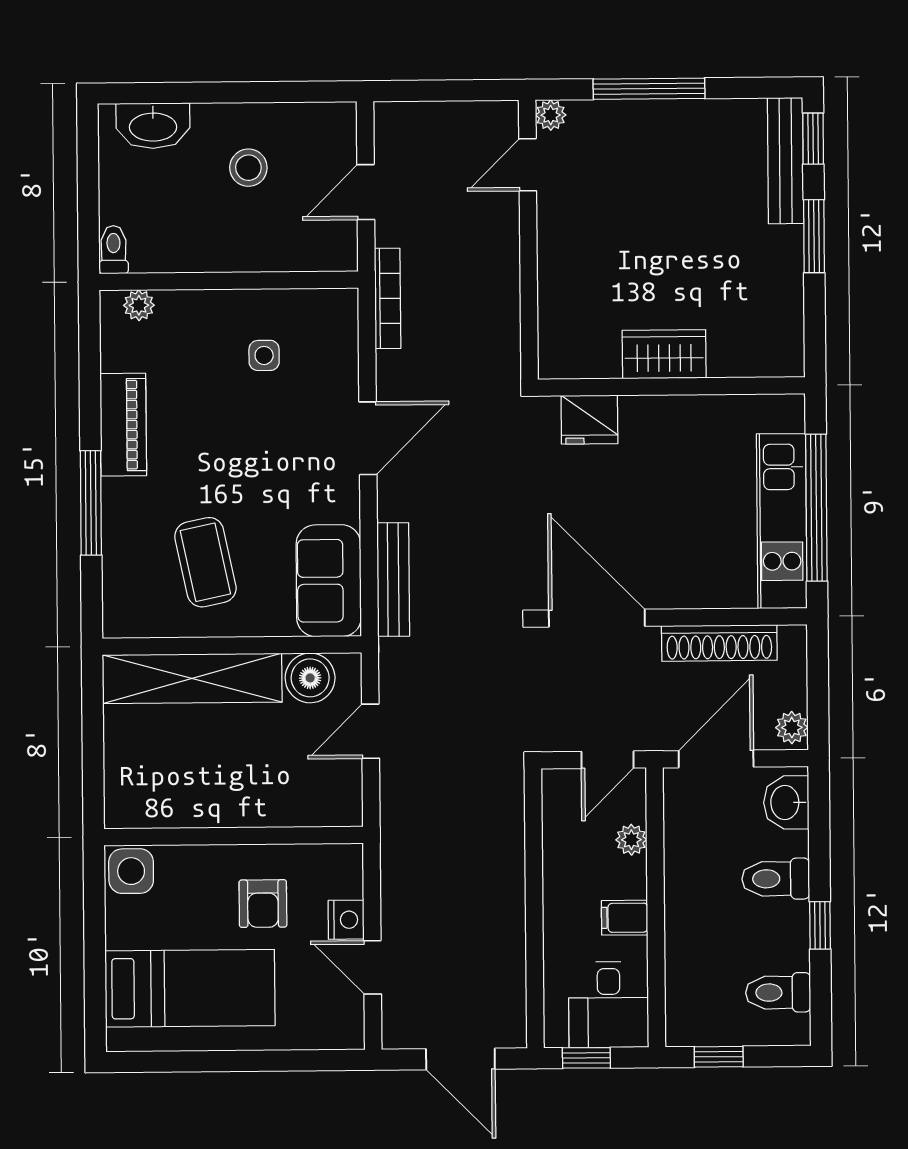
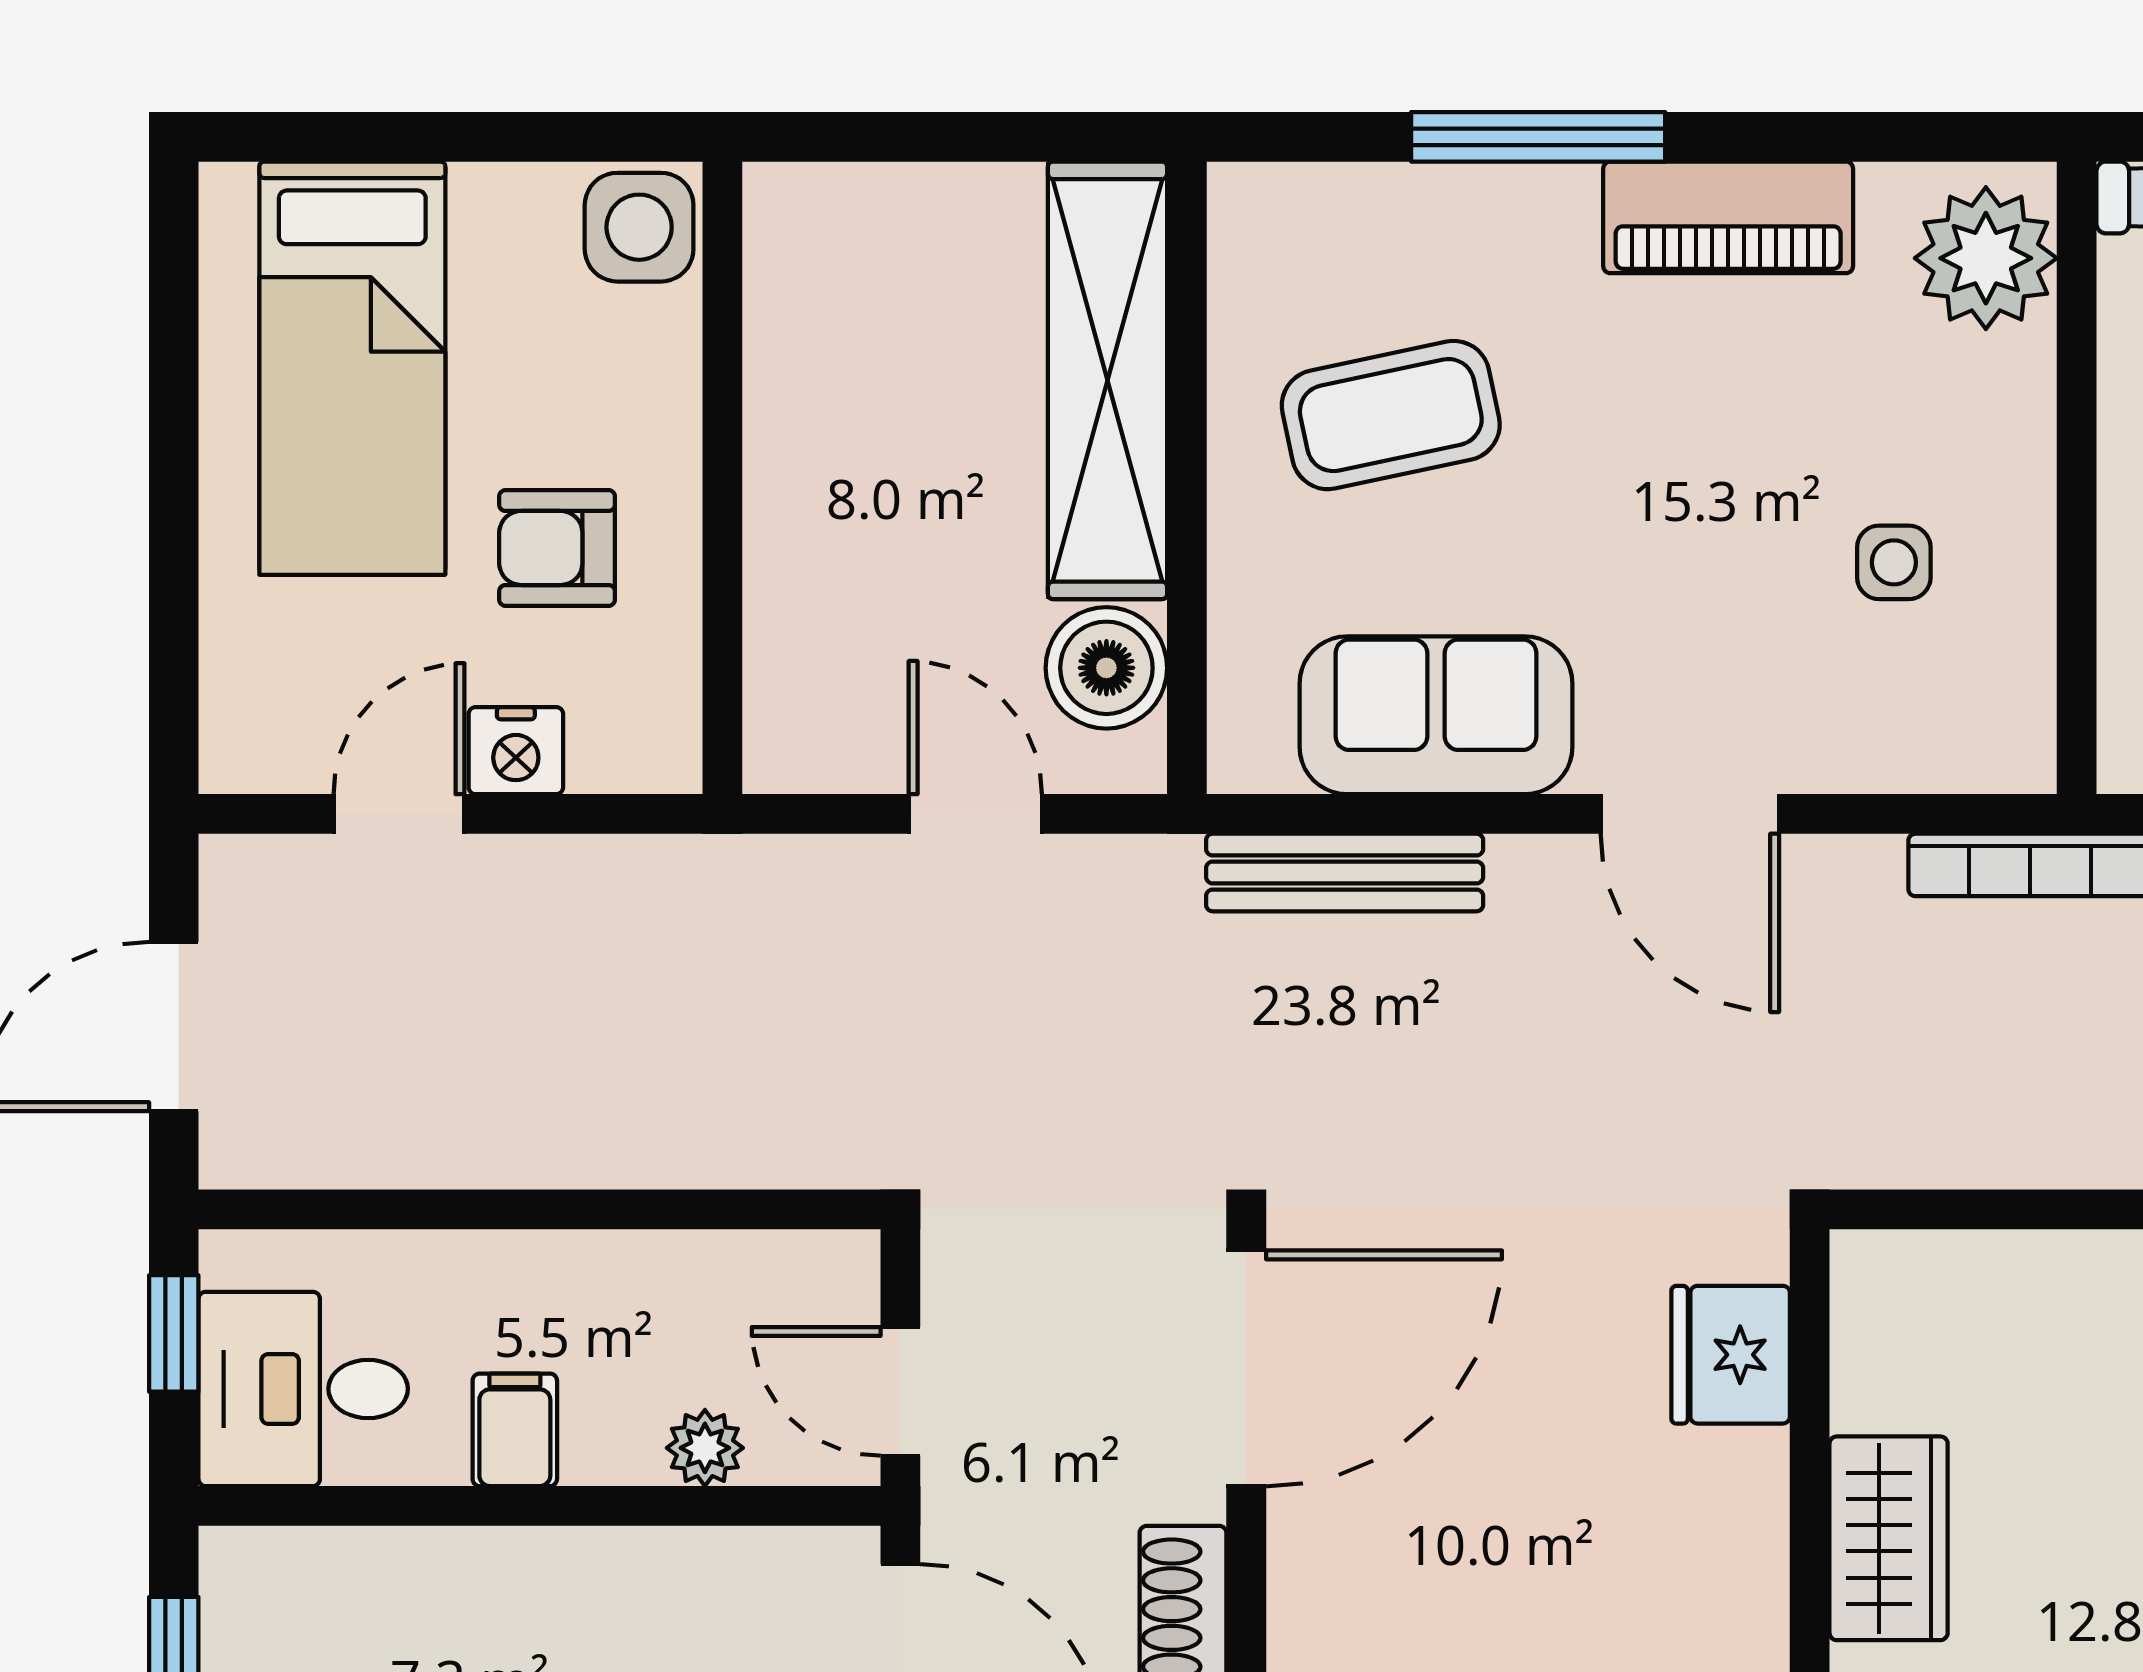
plant: (139, 305) -> (1986, 258), width x1.87, depth x1.87
sofa: (329, 581) -> (1436, 715), moved

